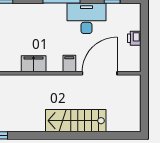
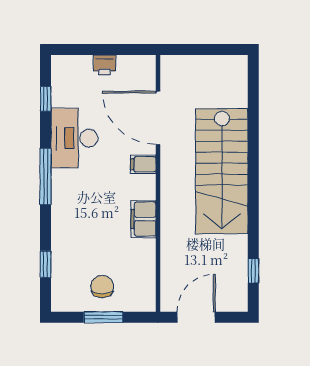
stairs: (76, 121) -> (222, 171), width x1.36, depth x1.51

